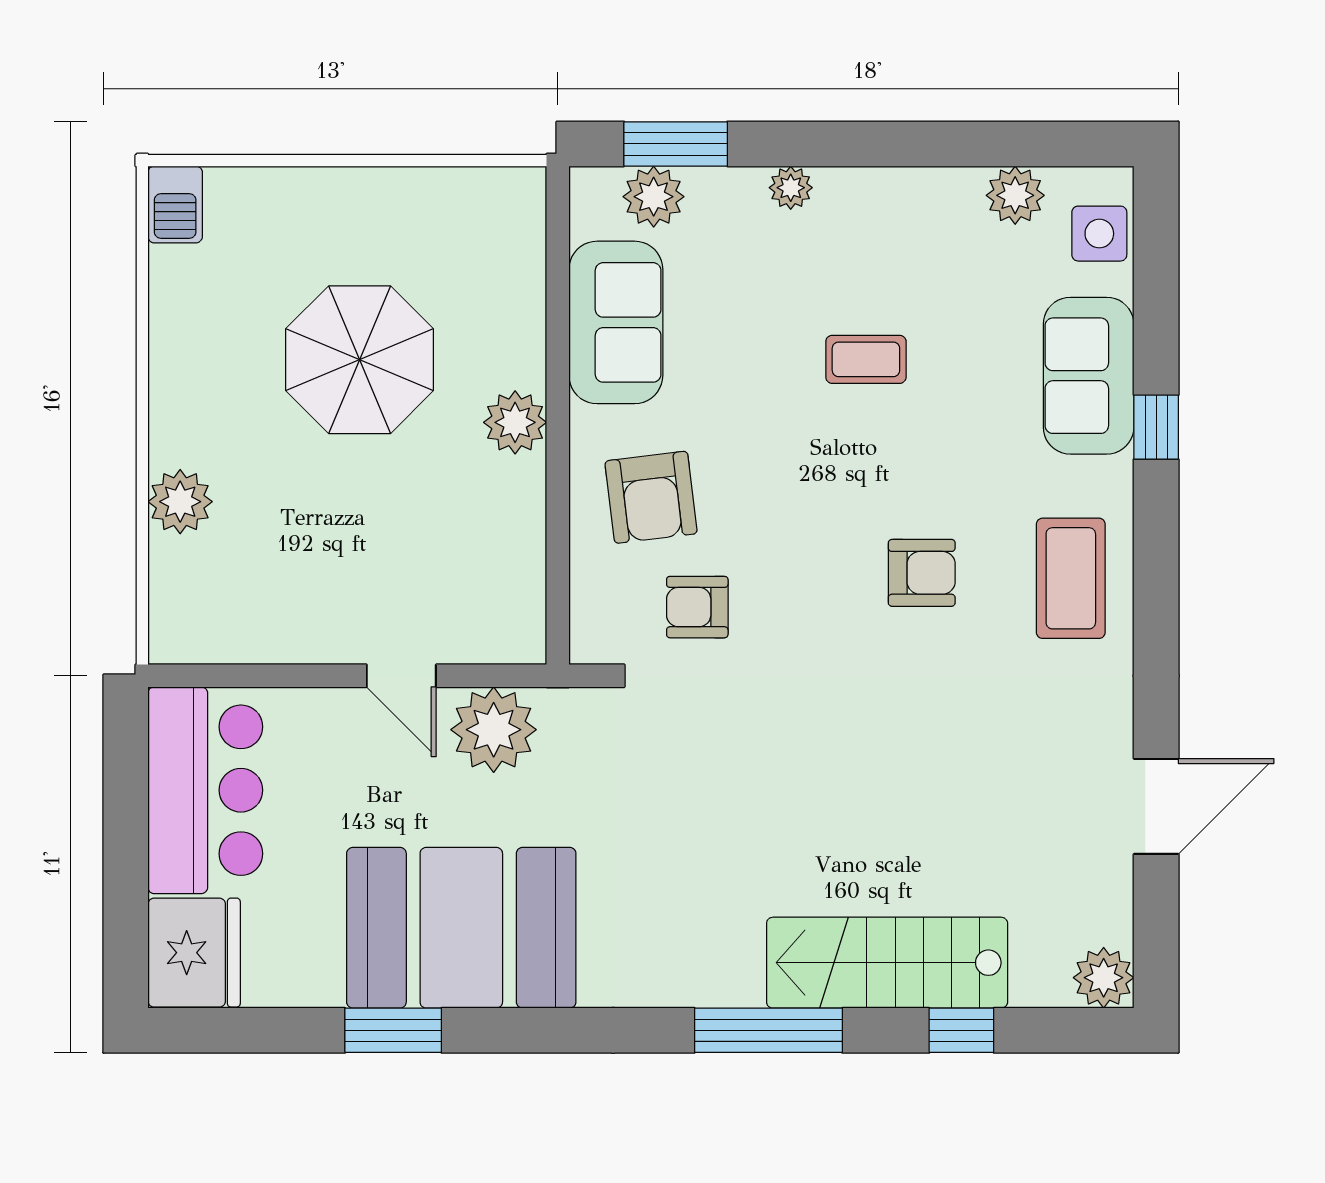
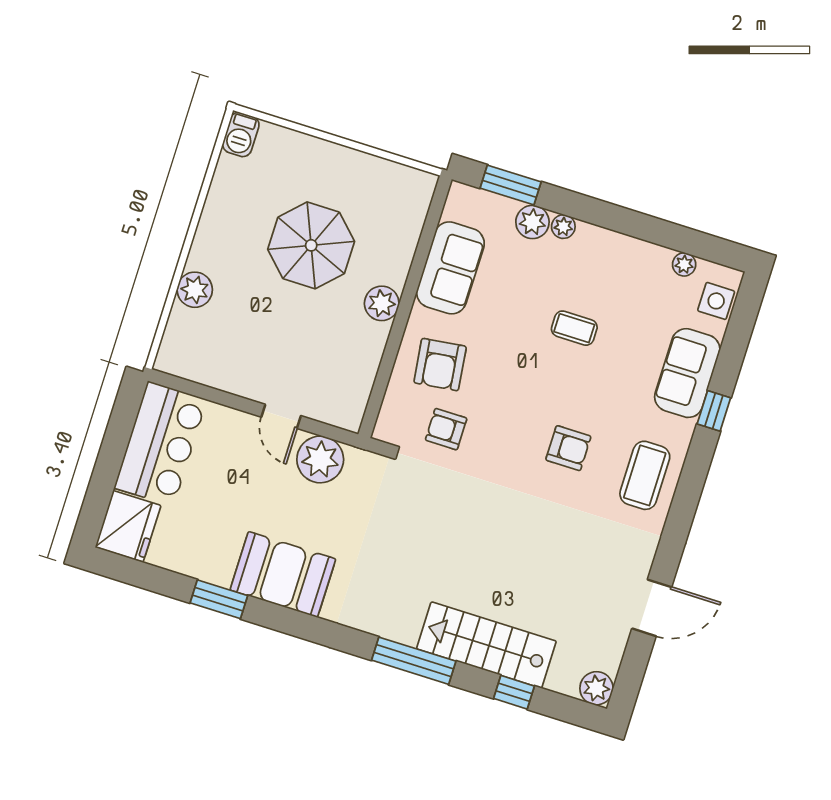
plant: (1015, 195) -> (684, 264), width x0.73, depth x0.73
plant: (654, 197) -> (532, 222), moved
booth: (461, 928) -> (283, 574), width x0.73, depth x0.70

